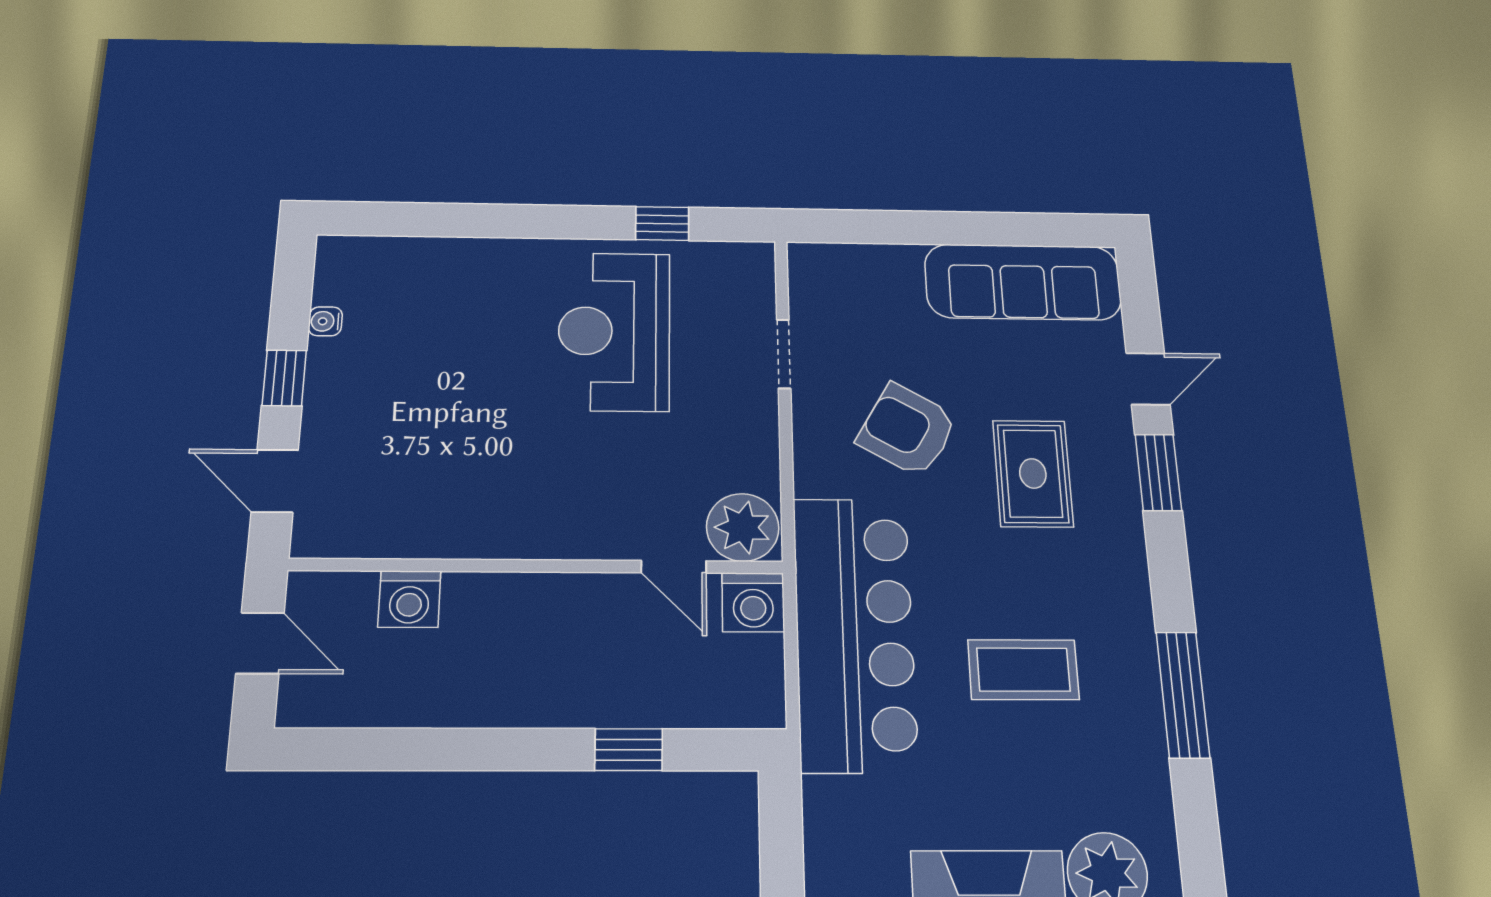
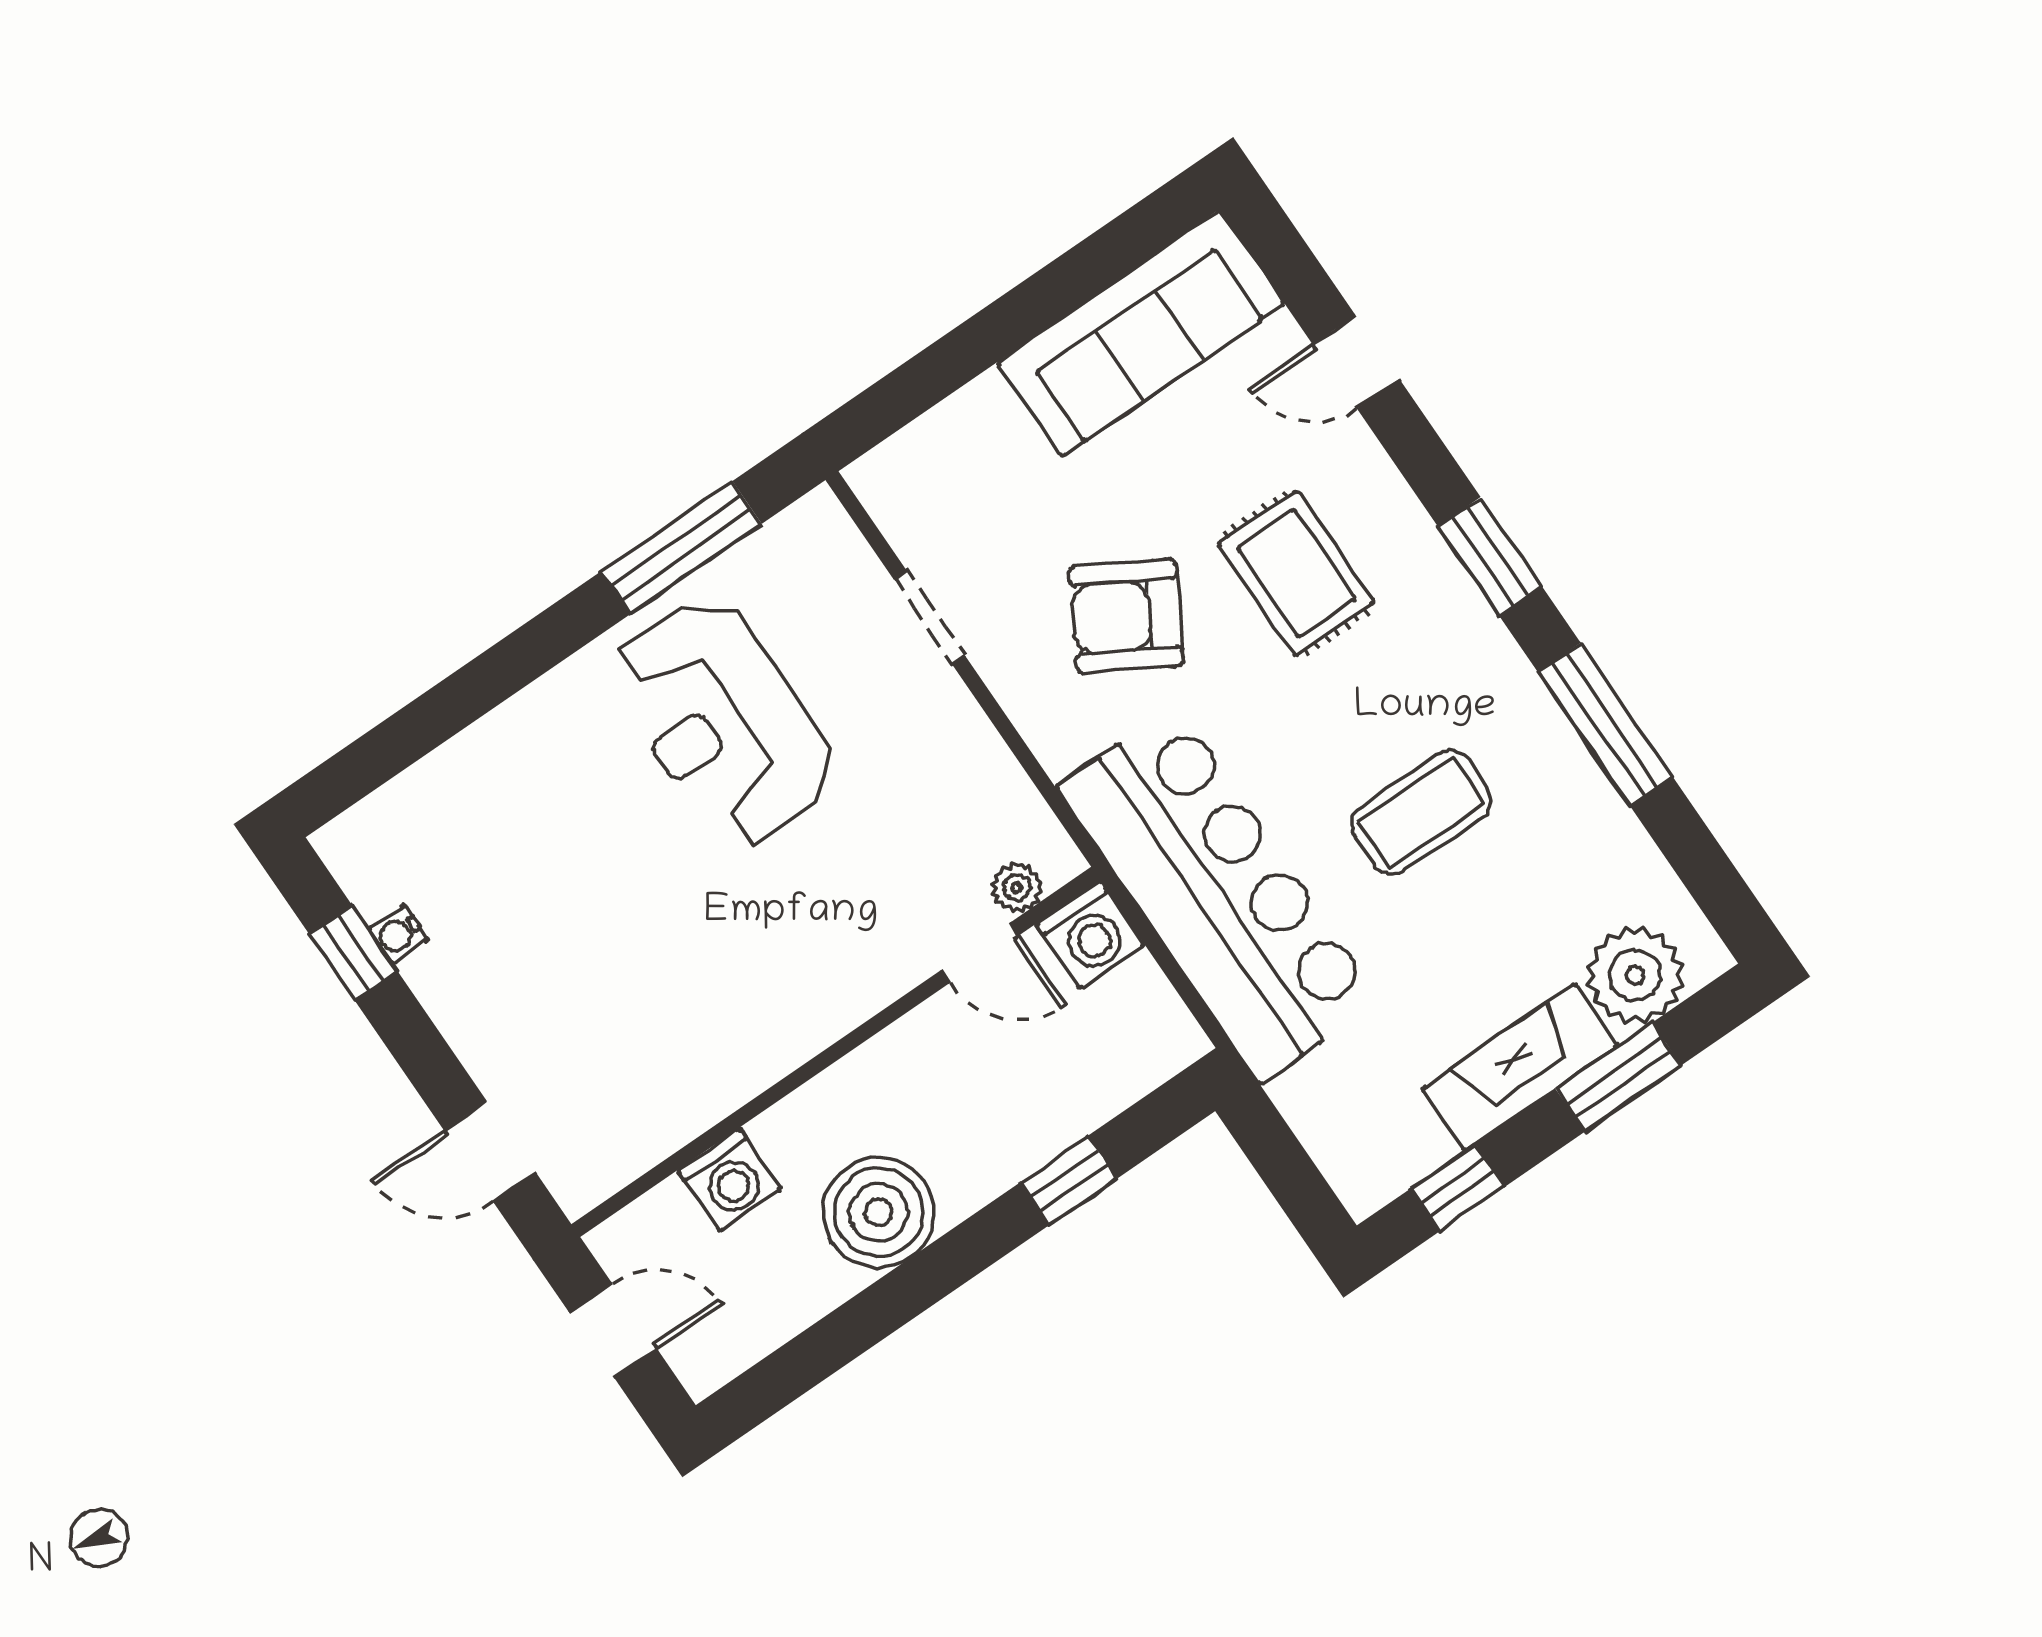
window: (662, 224) -> (681, 548), width x2.17
window: (284, 378) -> (354, 953), moved
door: (1148, 379) -> (1356, 362), swing flipped
window: (1158, 472) -> (1490, 556), moved
plant: (743, 527) -> (1017, 888), width x0.53, depth x0.53
boiler: (489, 685) -> (879, 1212), added

